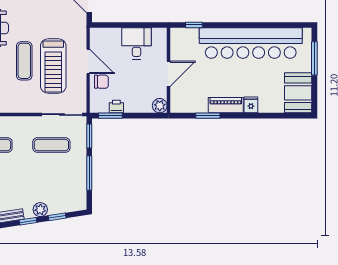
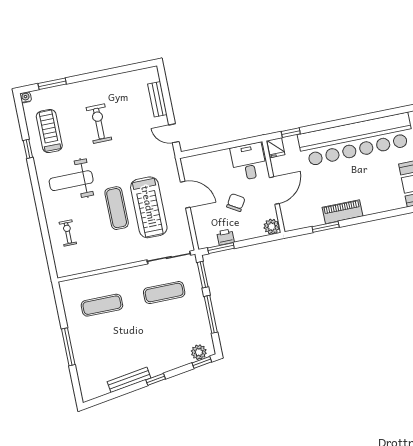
desk: (136, 43) -> (249, 162), moved
chair: (101, 82) -> (236, 203), moved, turned -59
fridge: (251, 105) -> (276, 148), moved, turned 180
plant: (40, 210) -> (199, 352), moved
window: (57, 217) -> (202, 362), moved

